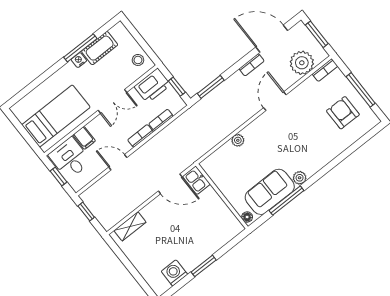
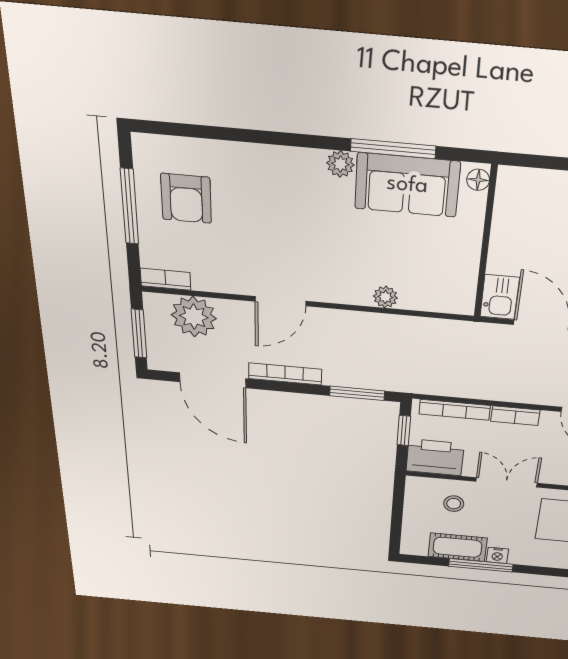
stool: (138, 60) -> (454, 504), moved
bookcase: (252, 65) -> (285, 374), width x1.56
bookcase: (161, 120) -> (455, 410), width x1.56

